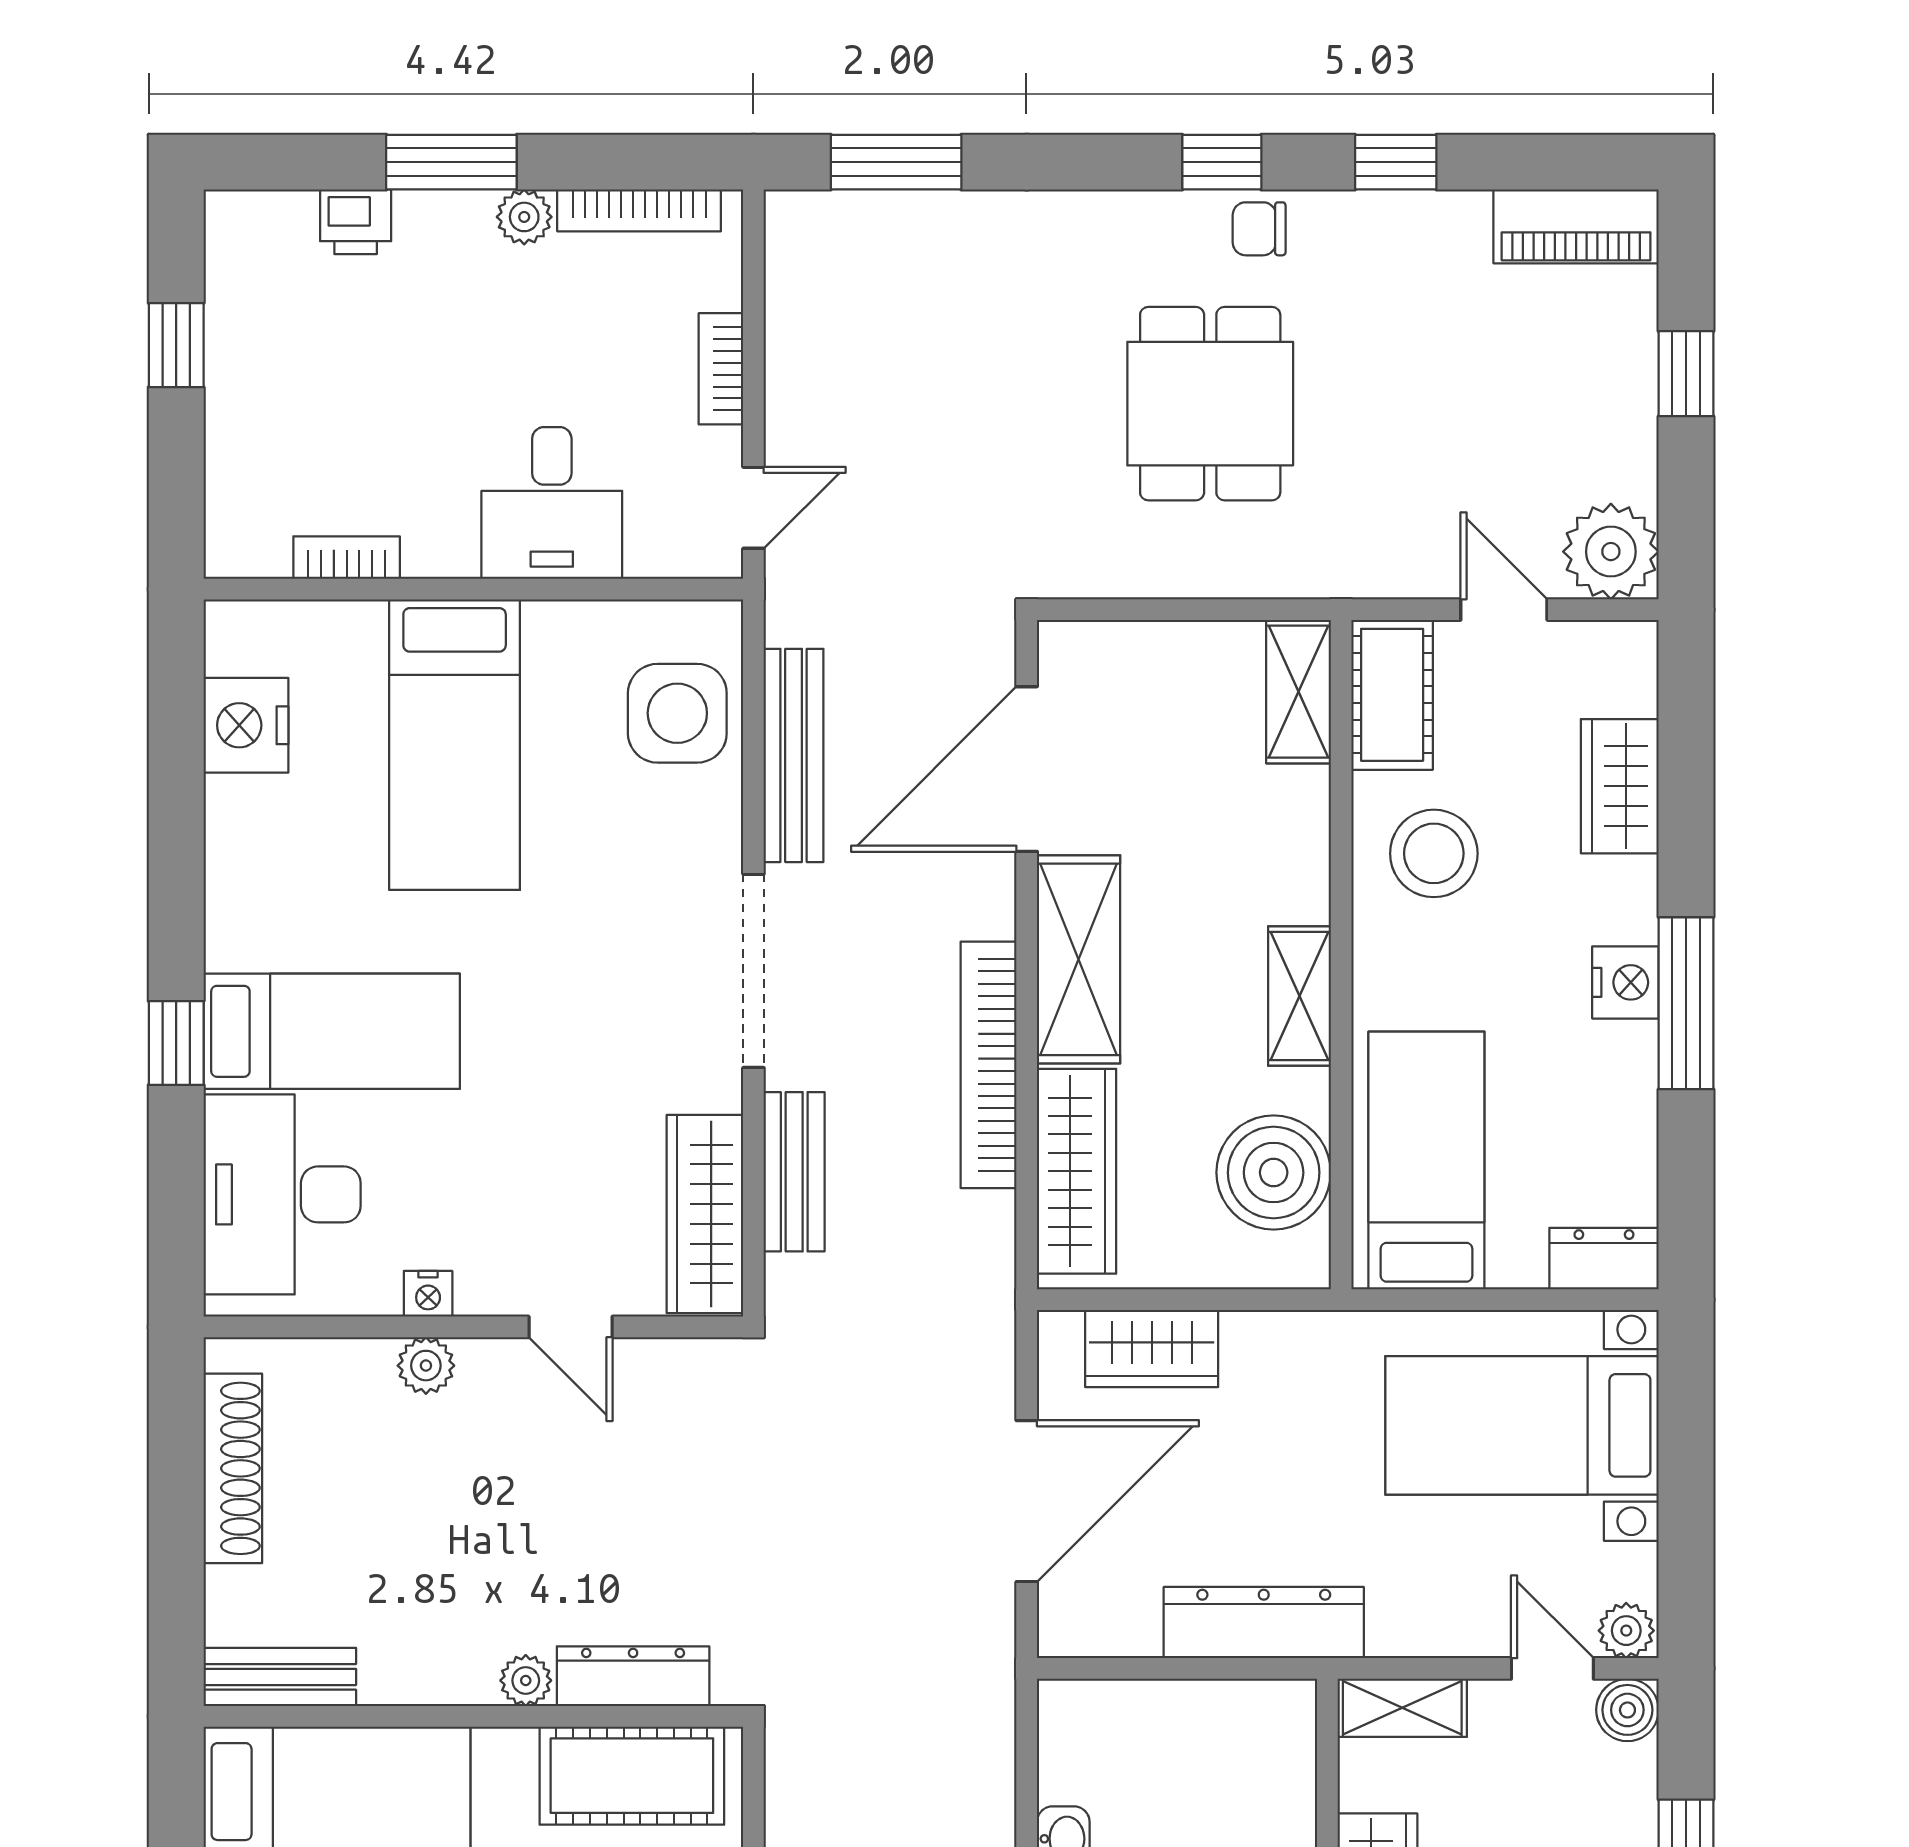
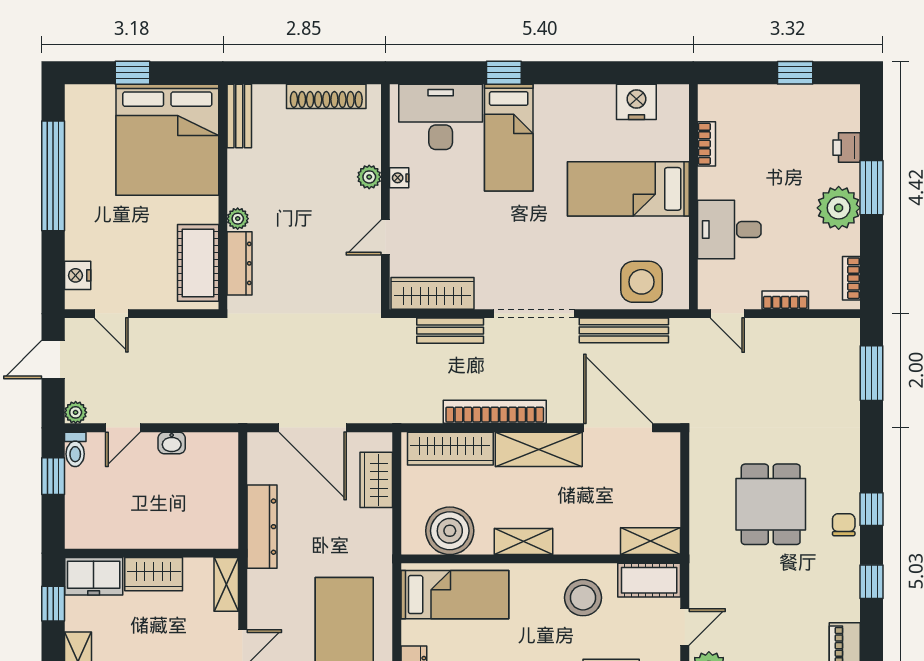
bookcase: (639, 210) -> (851, 278), width x0.64
plant: (524, 217) -> (839, 208), width x1.87, depth x1.87
dining table: (1210, 404) -> (771, 504), turned 90

